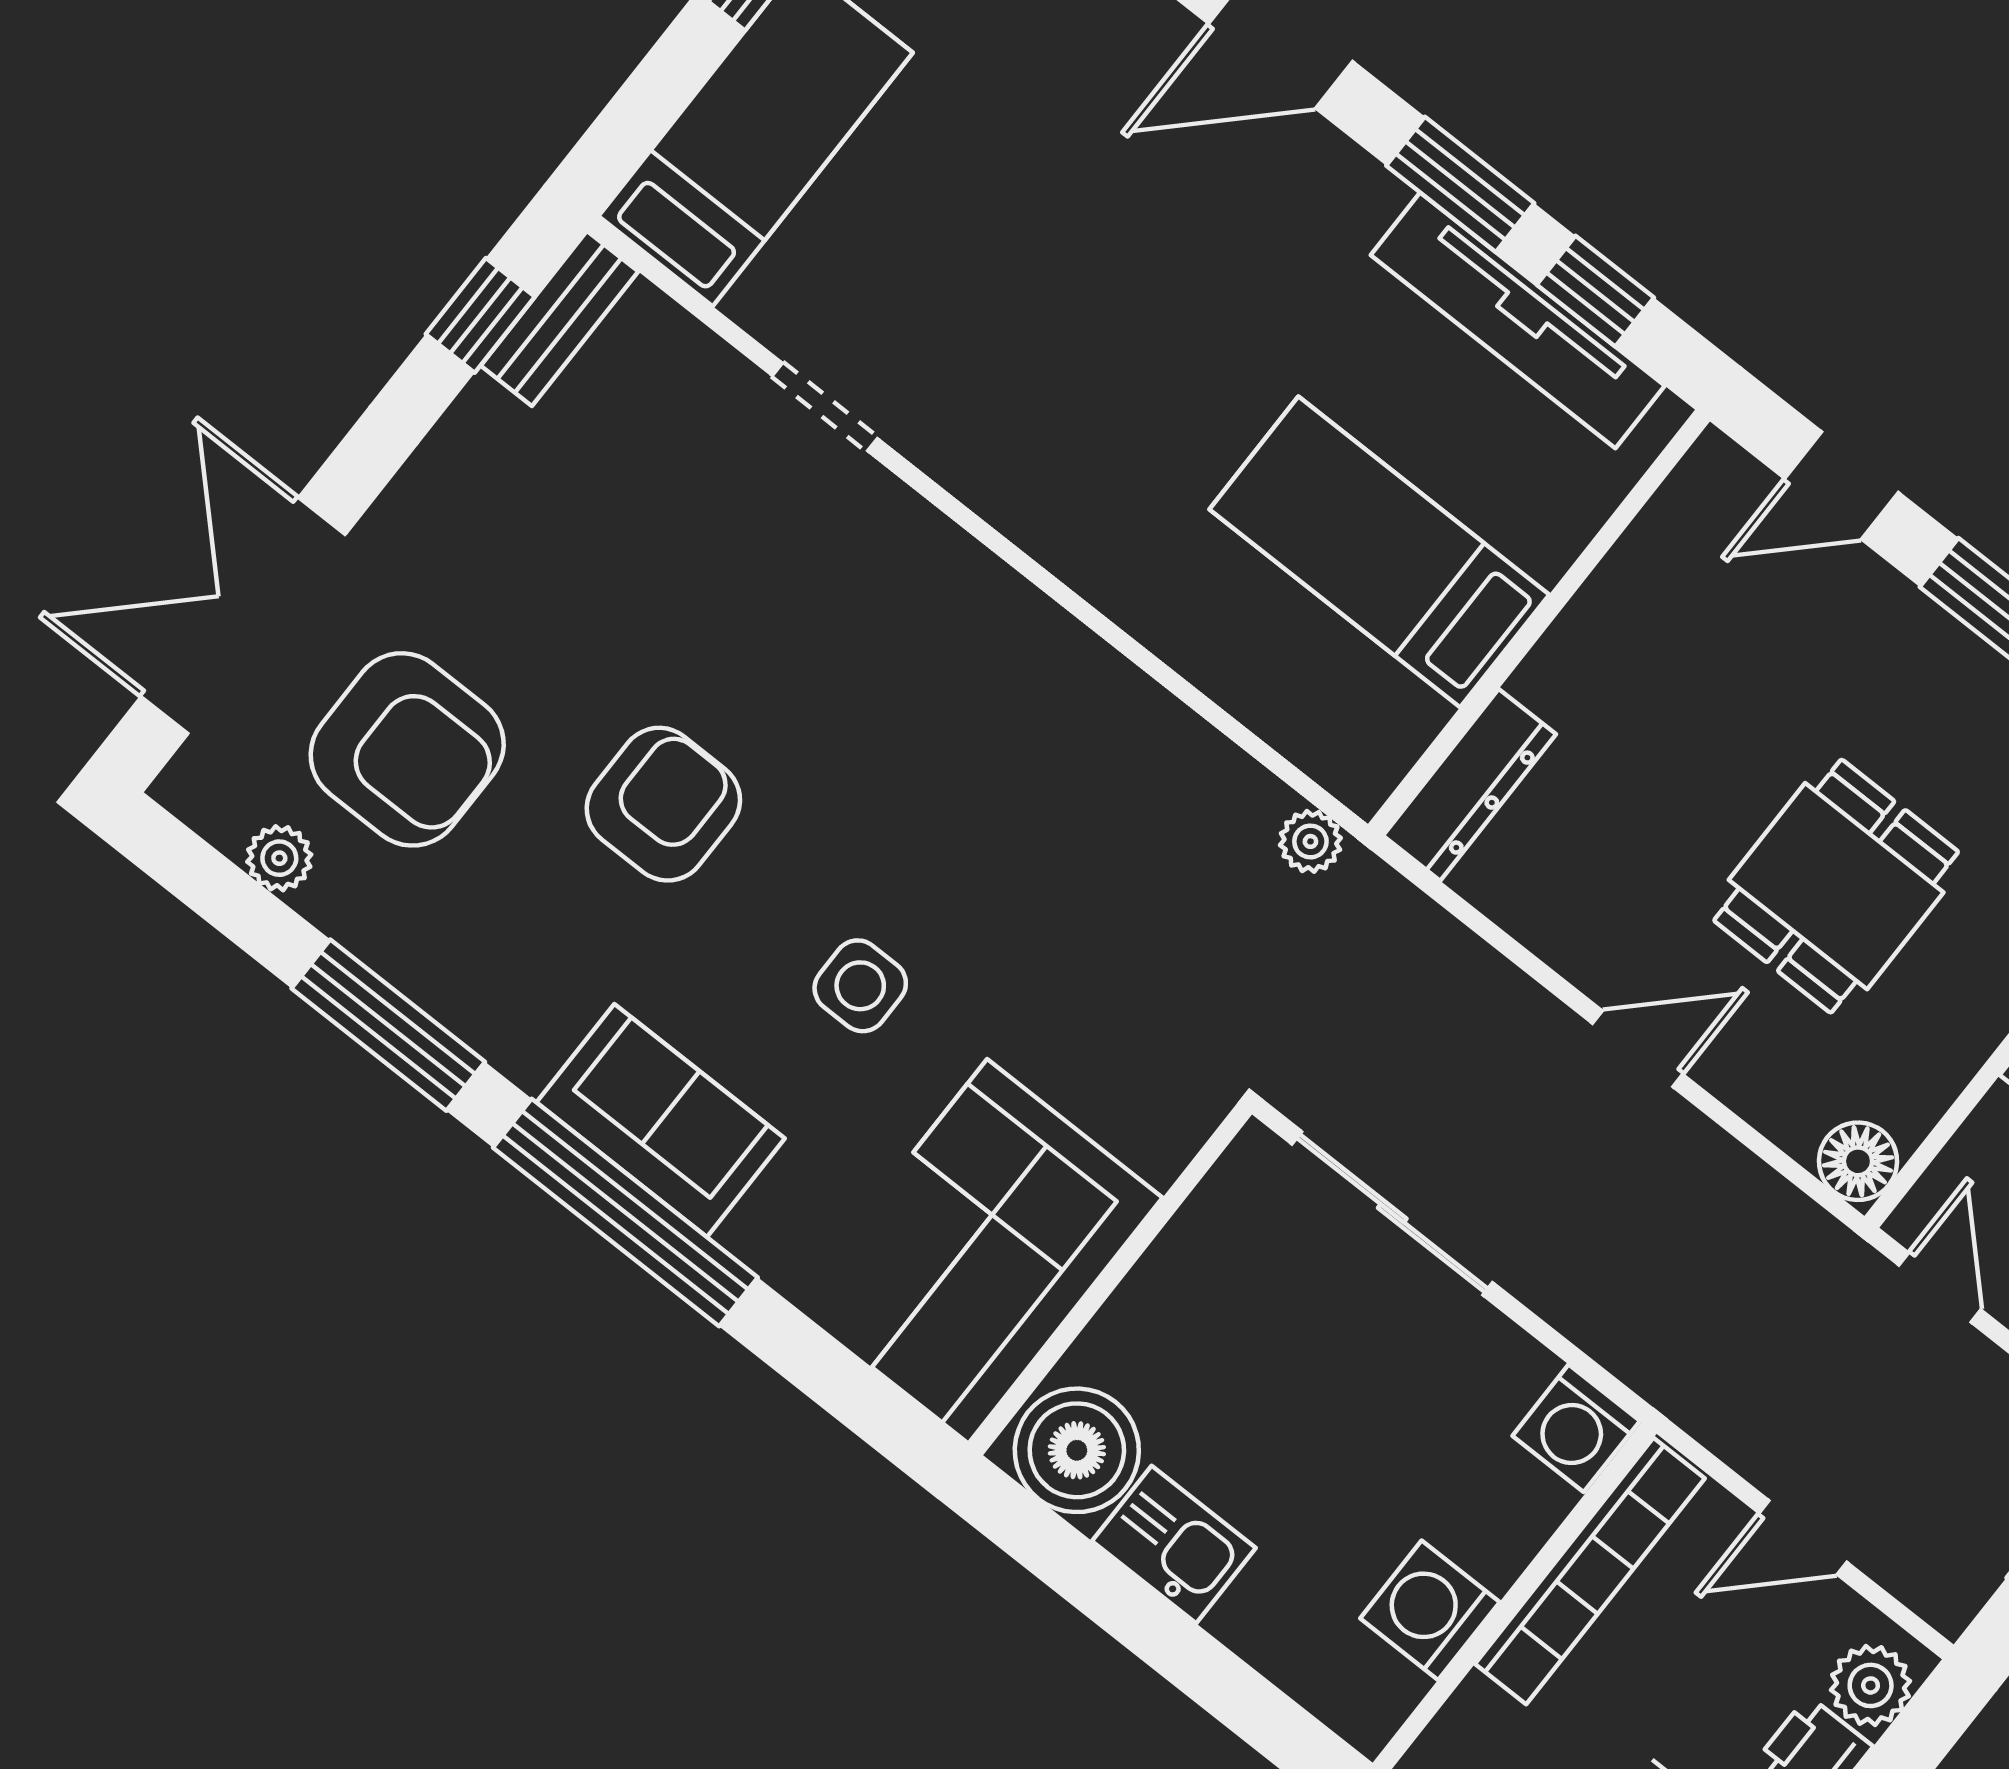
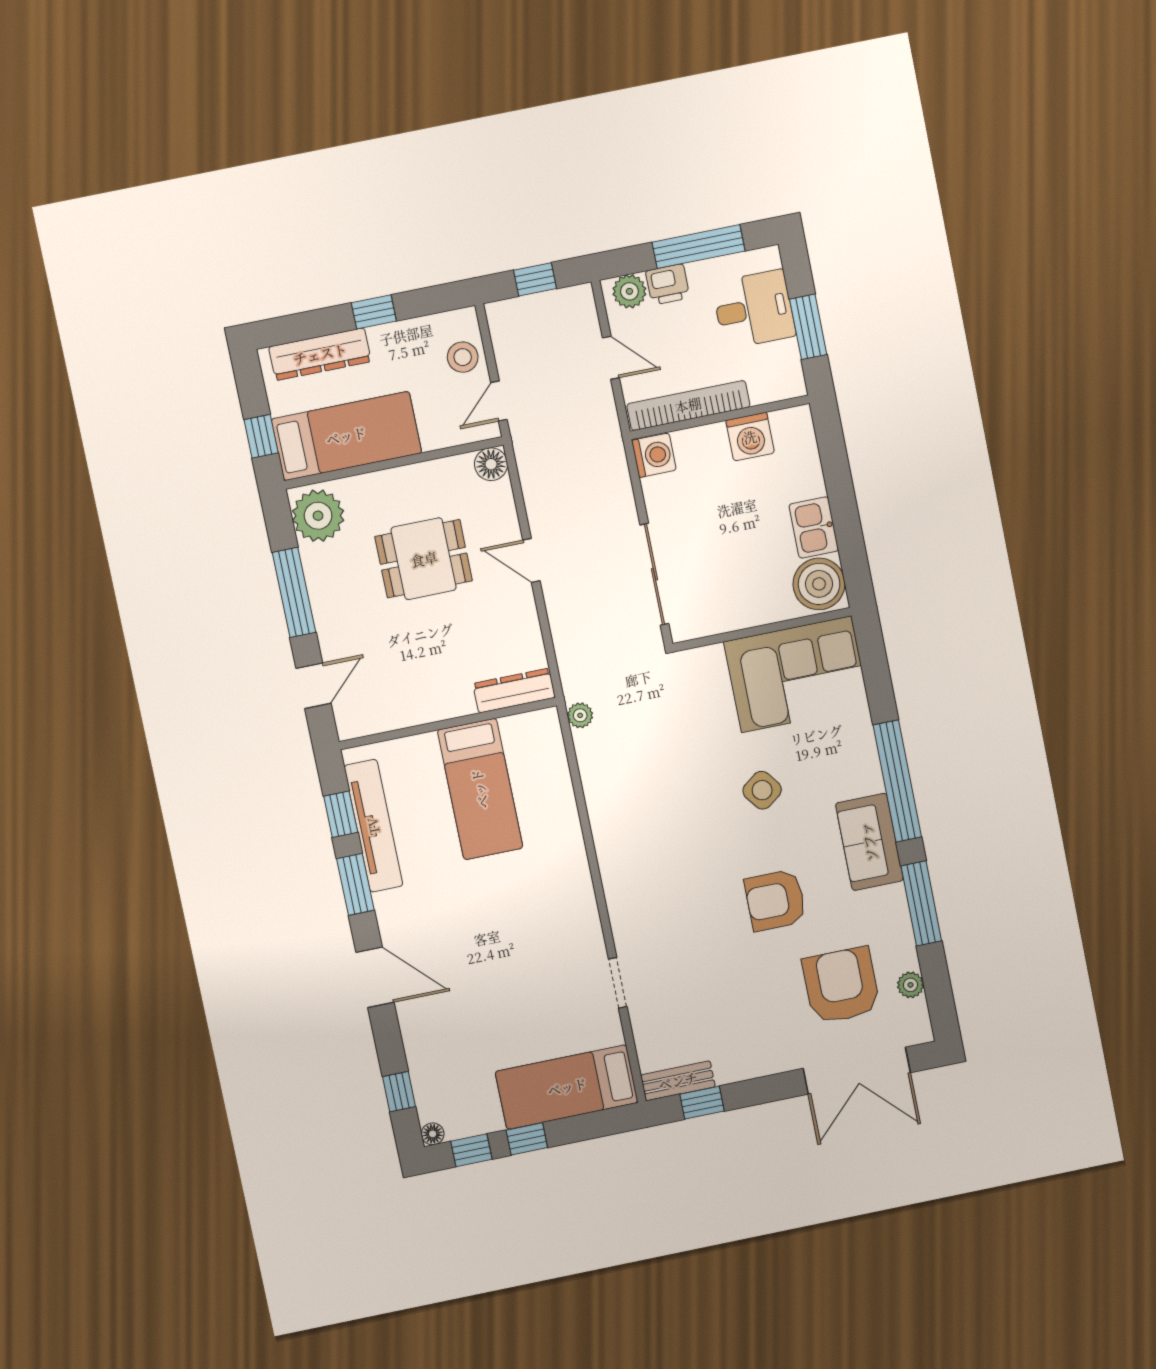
door: (1842, 485) -> (314, 686), hinge flipped
side table: (860, 986) -> (762, 790), turned -37
sofa: (661, 1120) -> (869, 842), moved

